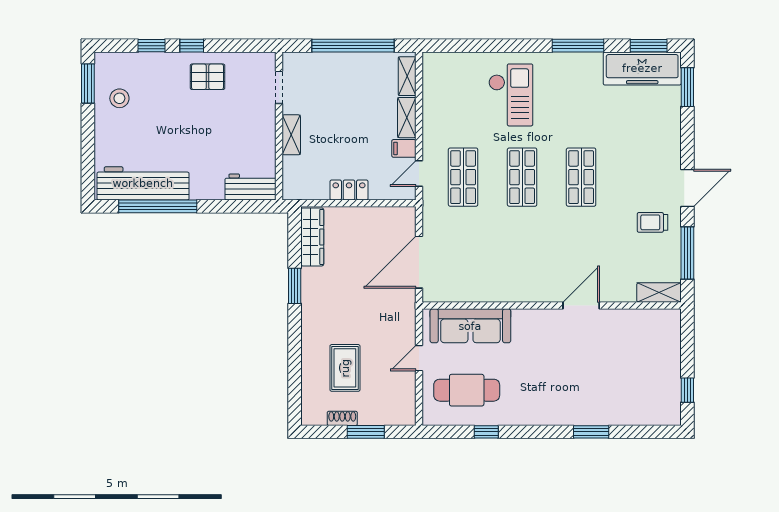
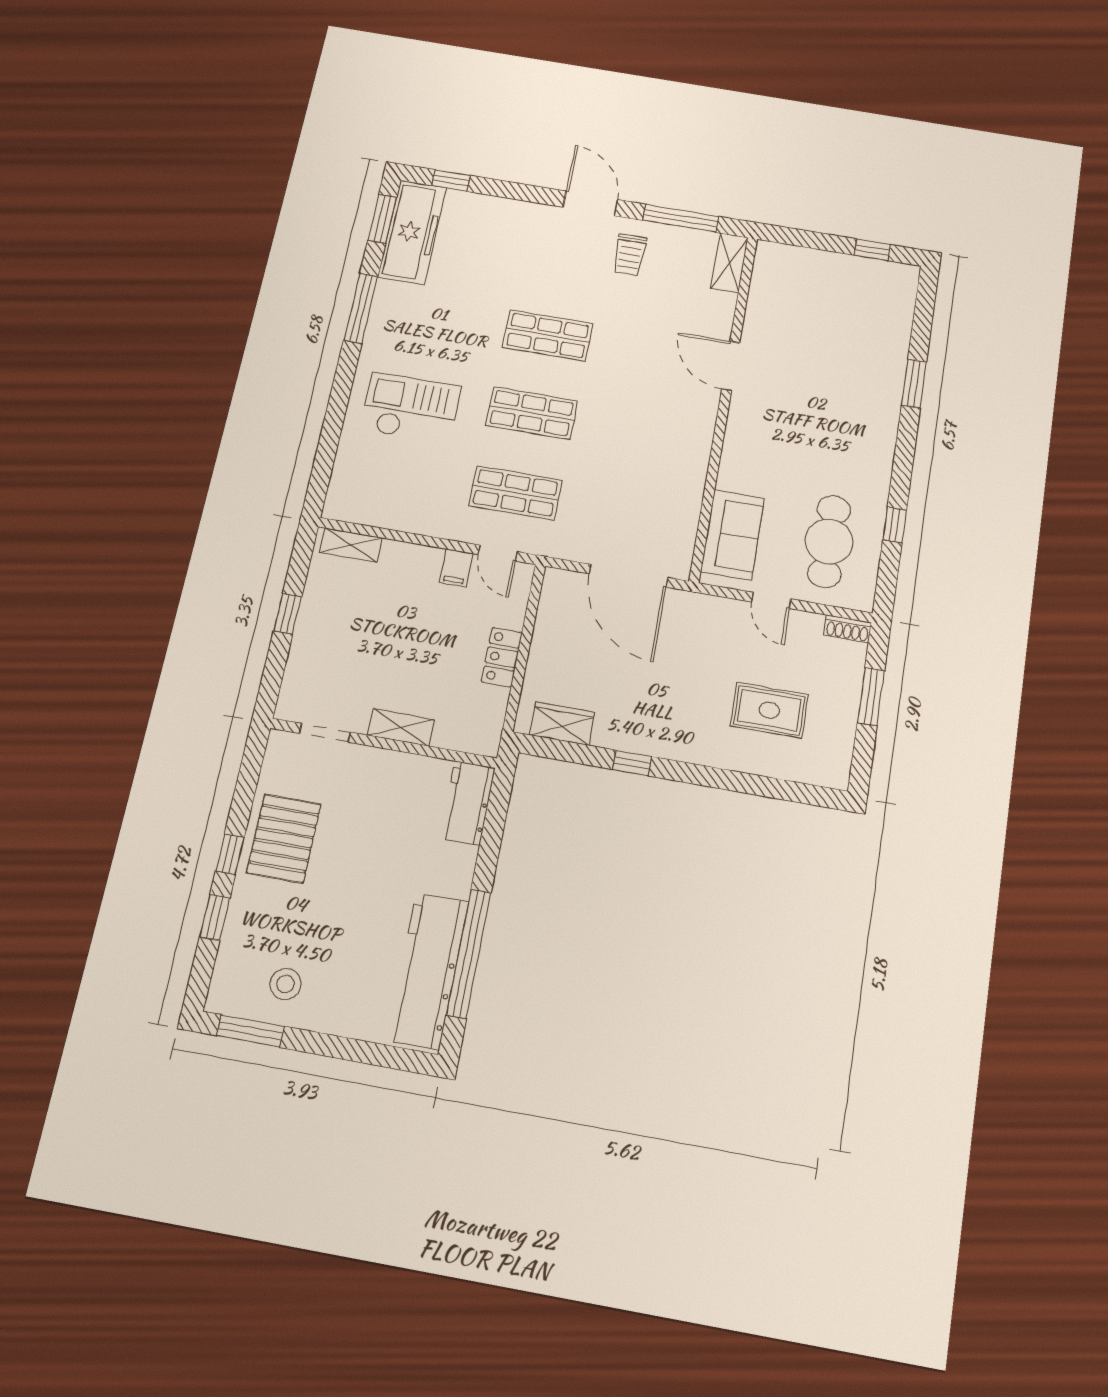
window: (353, 46) -> (288, 614), width x0.32
pallet: (208, 77) -> (284, 838), width x1.50, depth x1.42
window: (687, 87) -> (451, 181), width x0.67
shelving: (407, 118) -> (412, 556), removed
wardrobe: (312, 237) -> (562, 724), width x0.67
window: (295, 286) -> (632, 763), width x0.67
sofa: (470, 326) -> (733, 535), width x0.73
shoe rack: (342, 418) -> (848, 629), moved, turned -90

